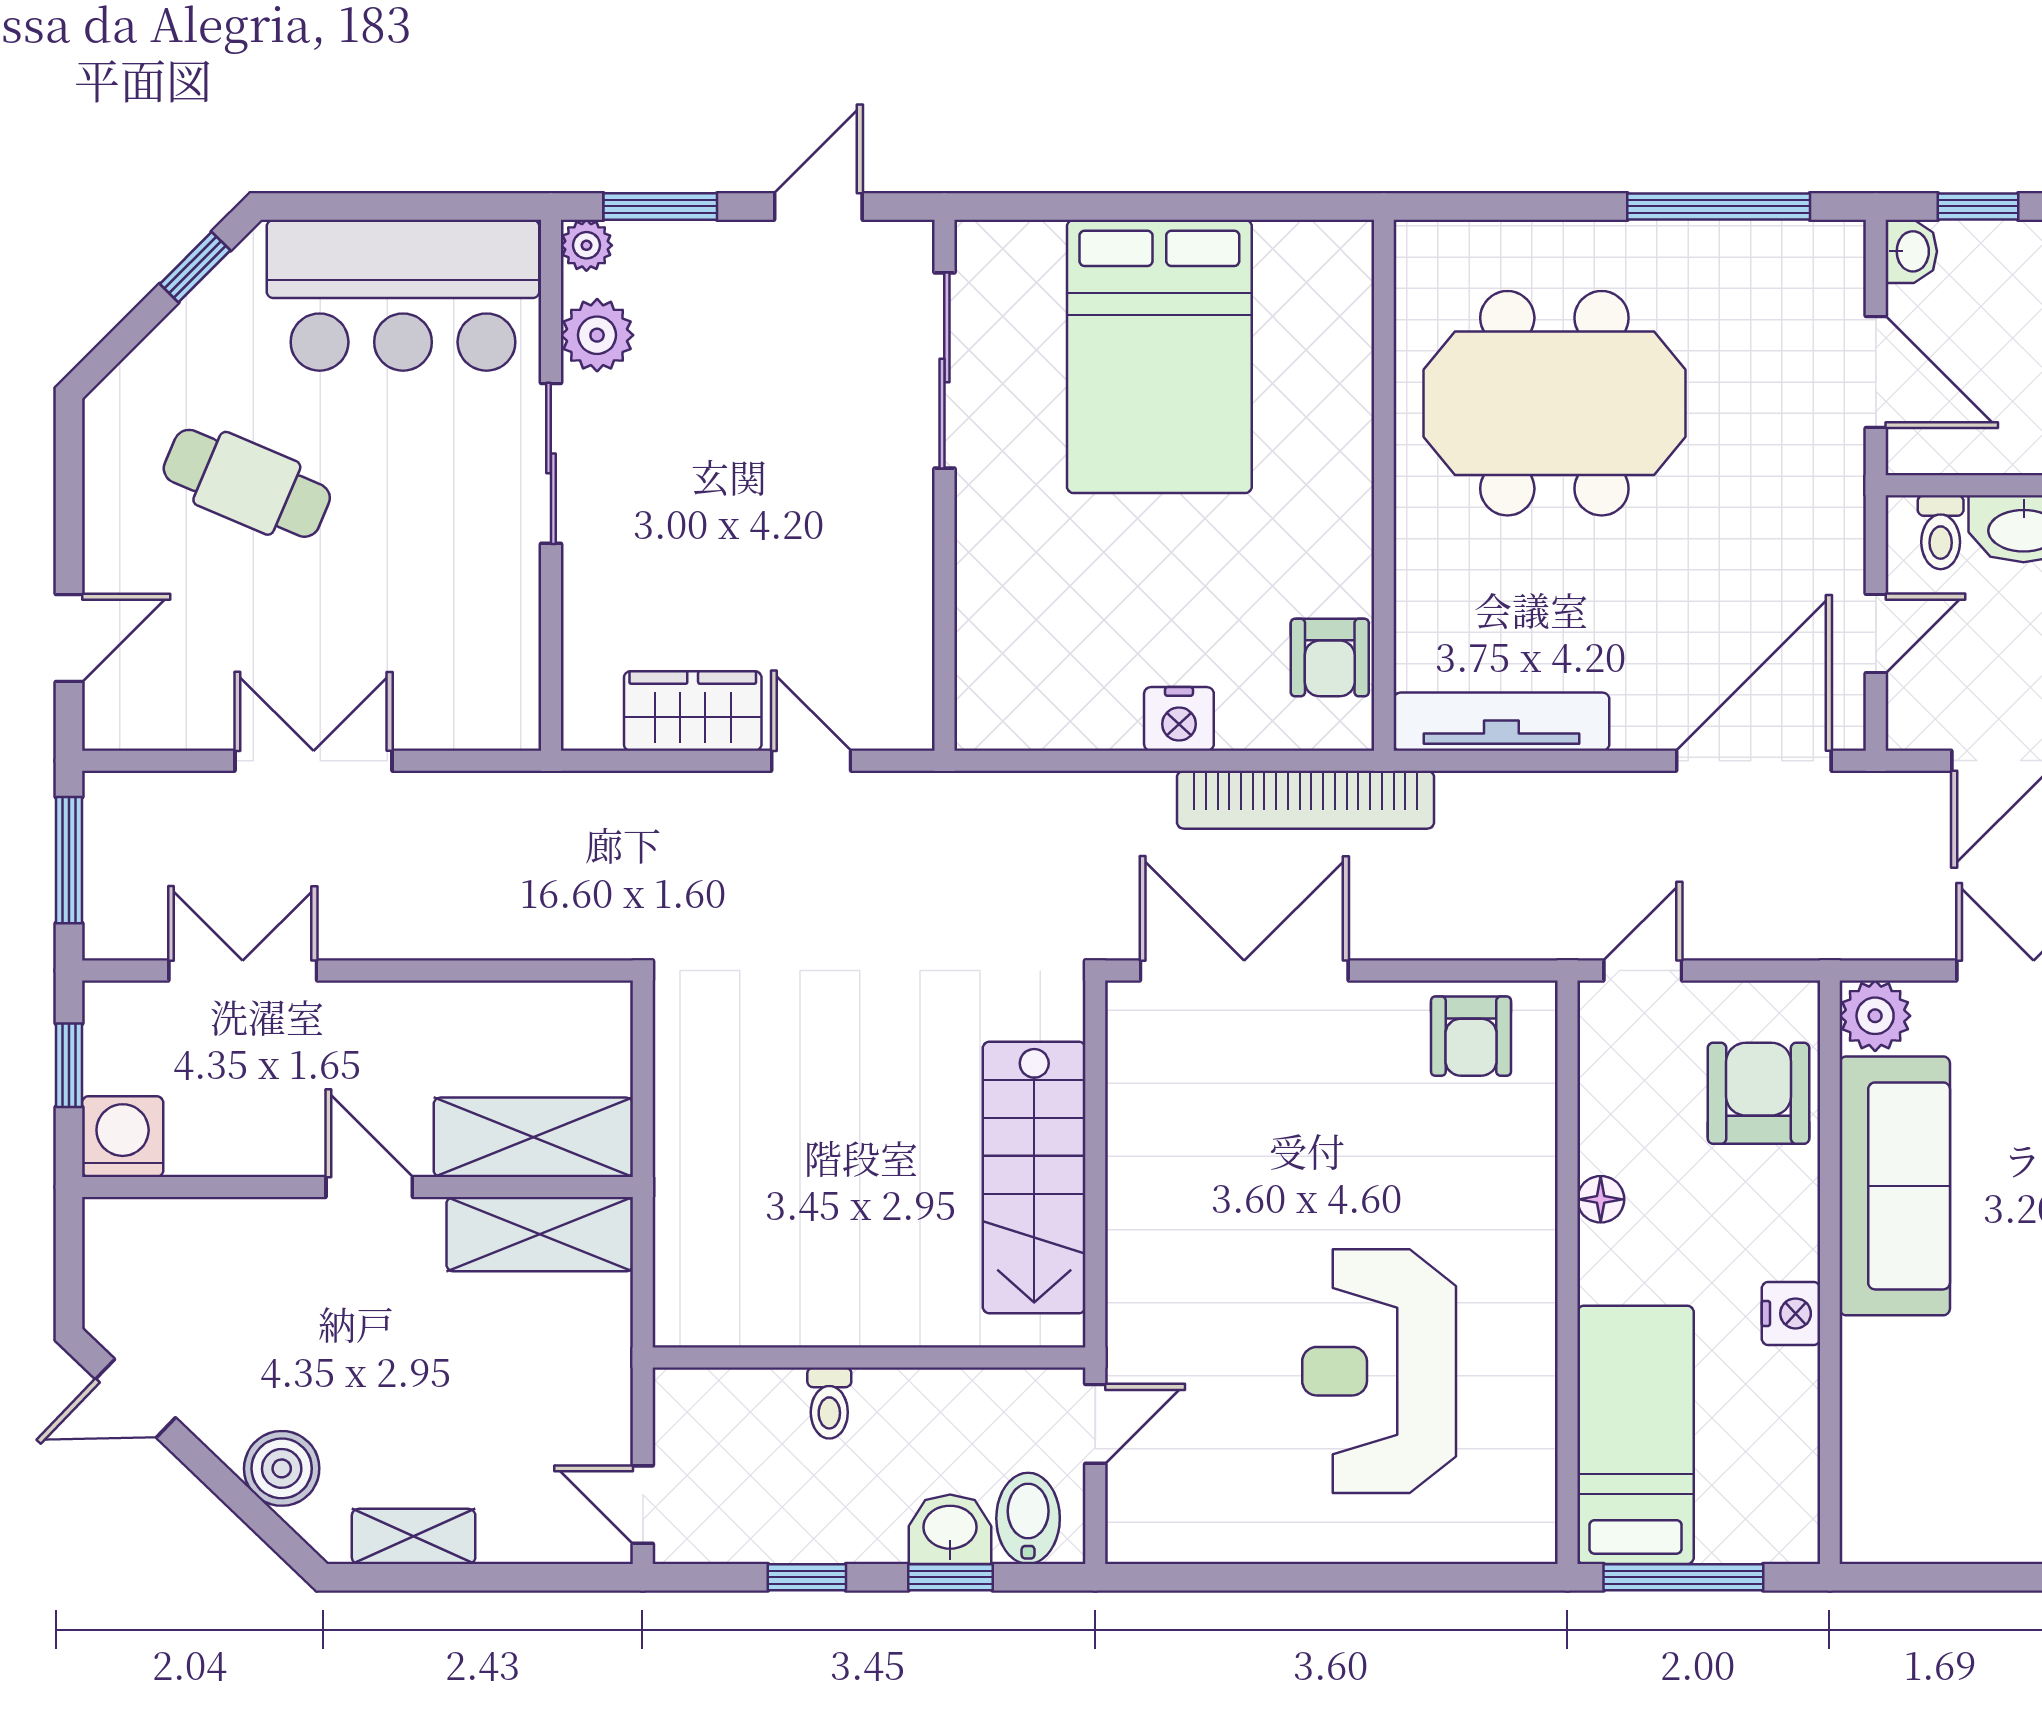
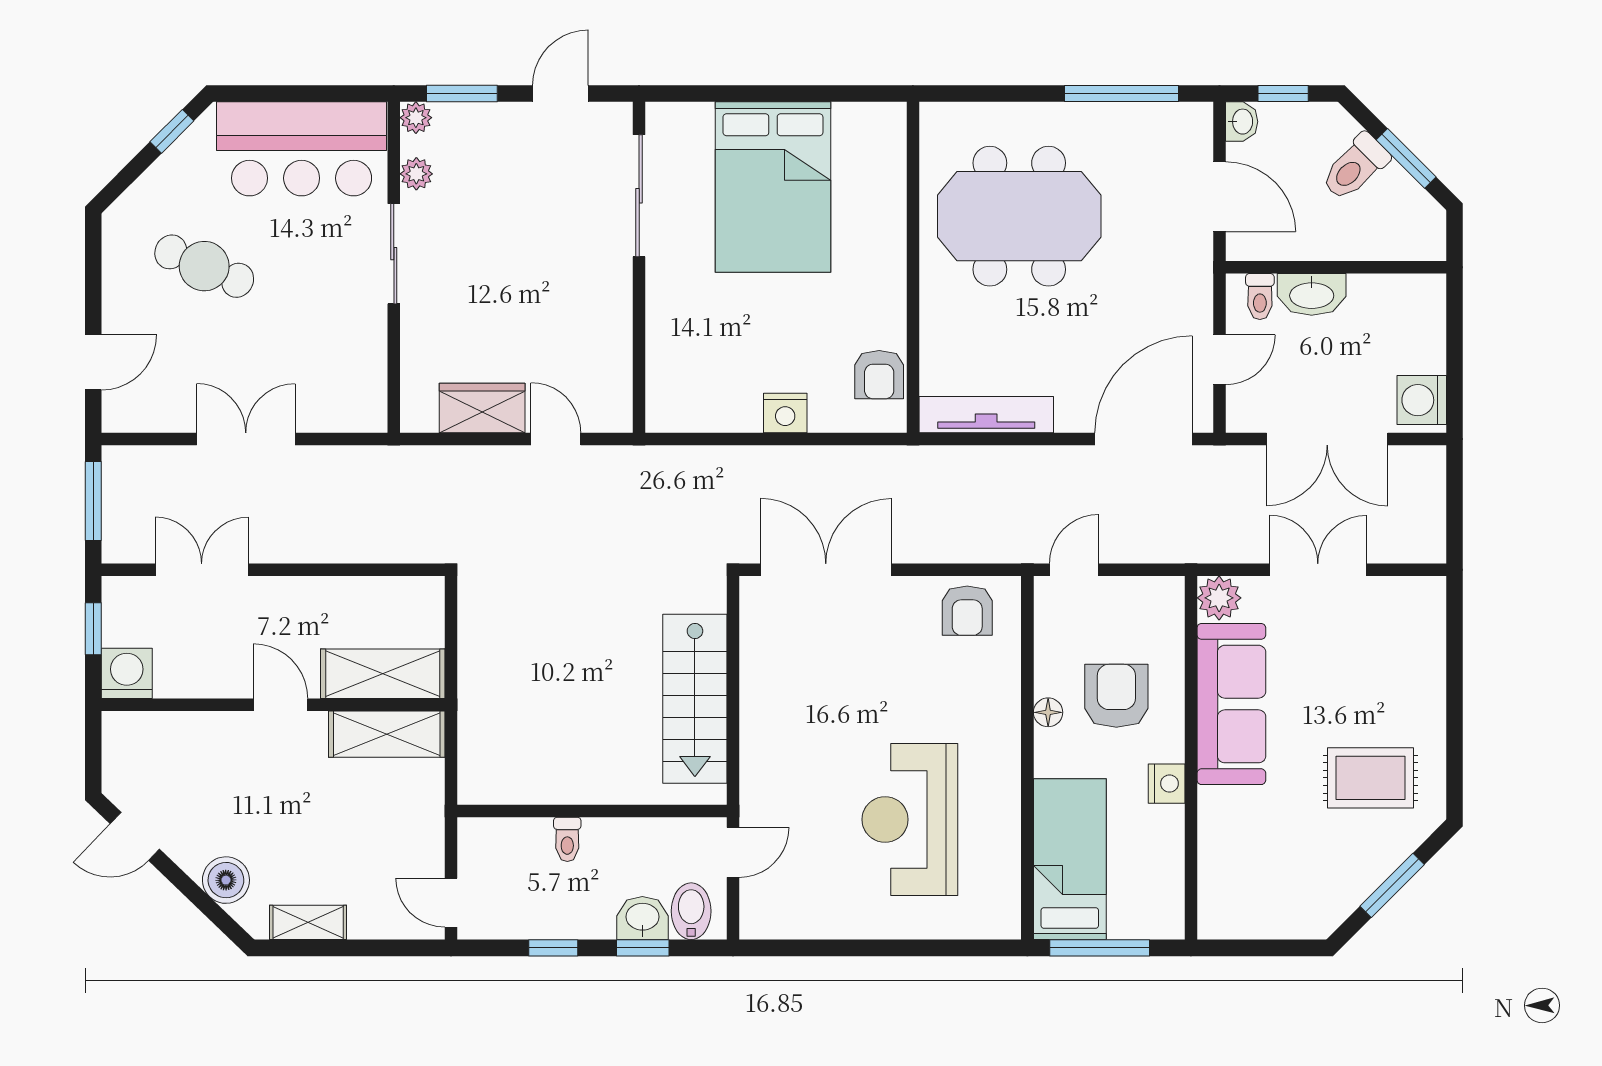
plant: (597, 335) -> (416, 174), width x0.73, depth x0.73
bookcase: (1306, 800) -> (864, 463), removed
armchair: (1759, 1093) -> (1116, 696), moved

